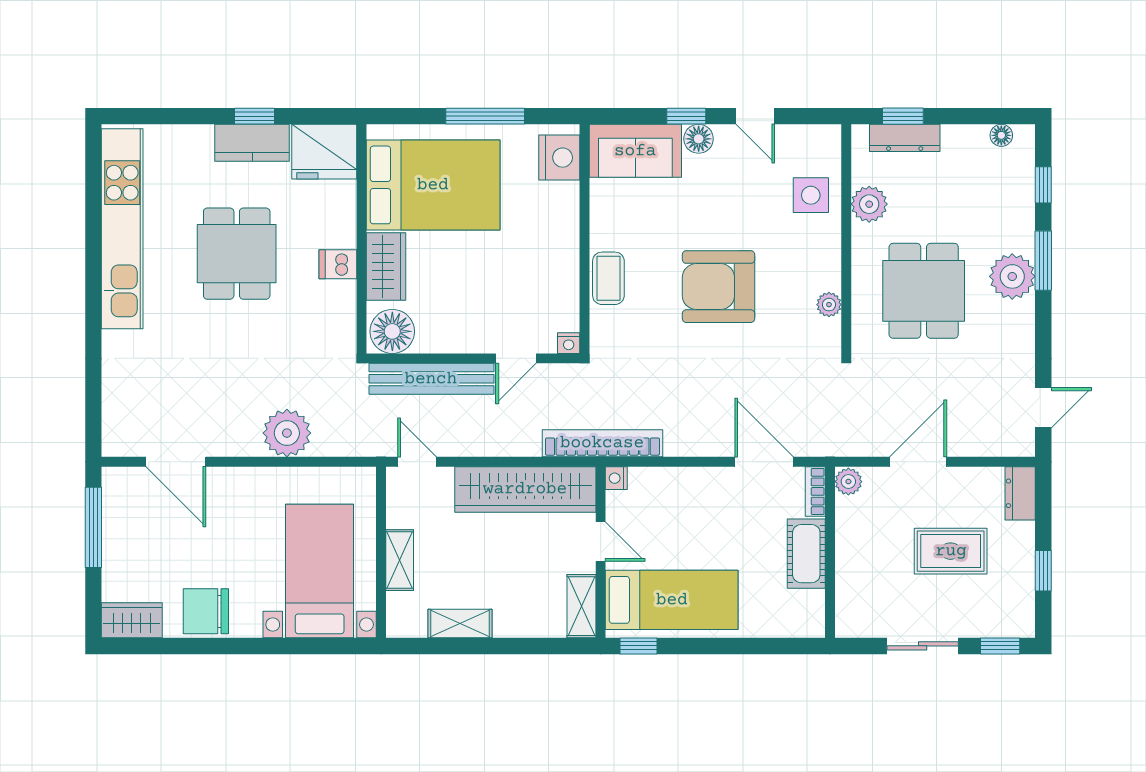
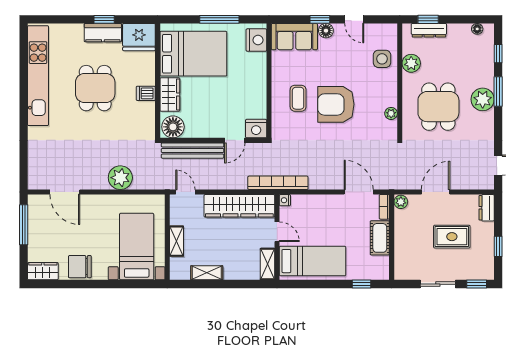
coffee table: (608, 278) -> (298, 98), moved
nightstand: (569, 343) -> (256, 129), width x1.89, depth x1.79
window: (638, 646) -> (362, 284), moved

